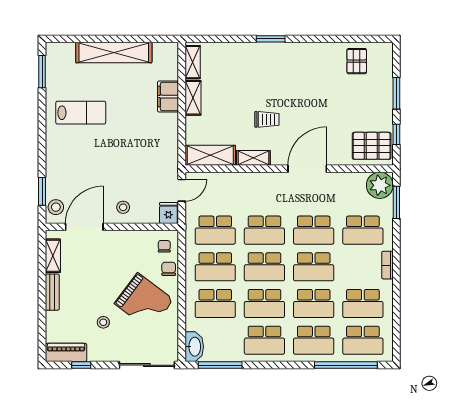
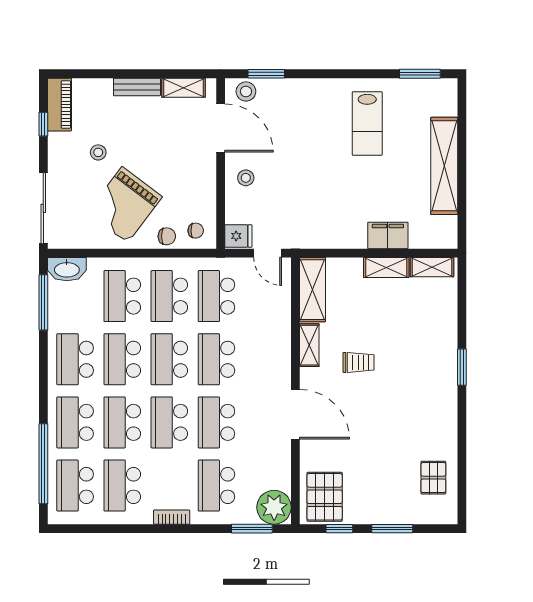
pallet: (357, 61) -> (433, 478), turned 90
trolley: (267, 119) -> (359, 362), turned -90

